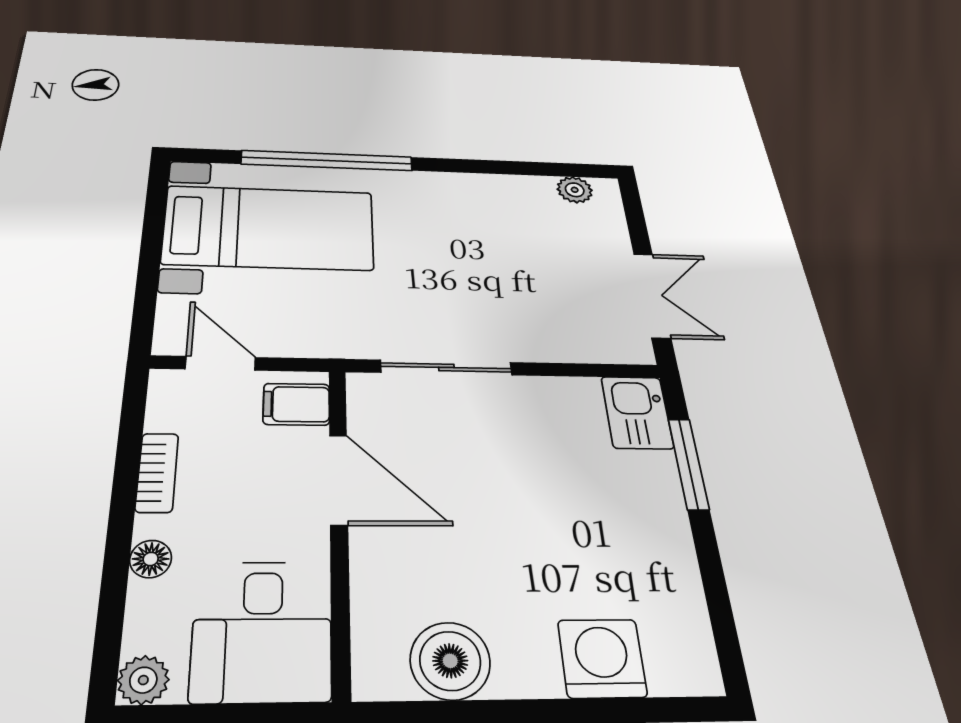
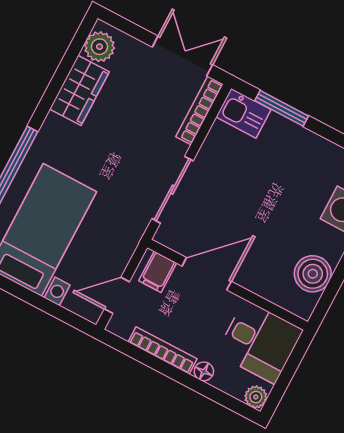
plant: (575, 190) -> (100, 47), width x1.38, depth x1.38
wardrobe: (505, 195) -> (79, 90), added
bookcase: (594, 351) -> (200, 110), added
bookcase: (157, 472) -> (163, 350), width x1.56

